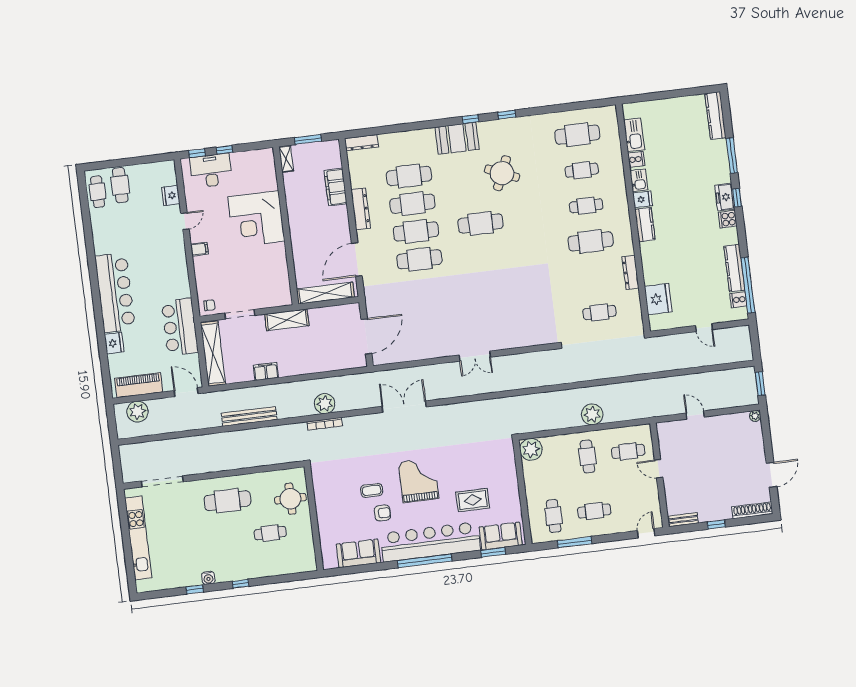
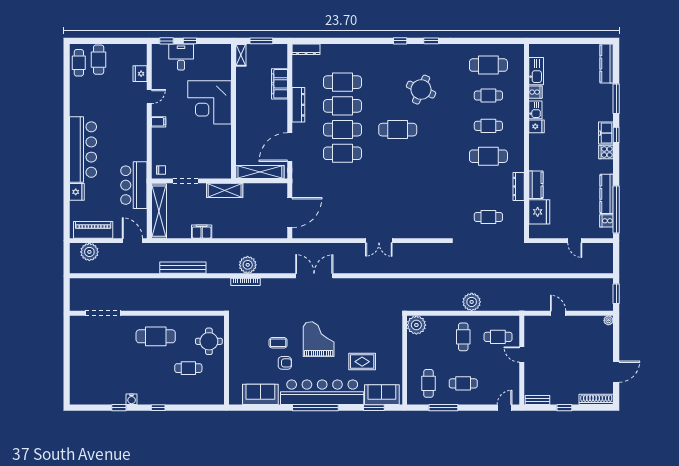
booth: (457, 138) -> (387, 55), removed
desk: (211, 171) -> (181, 57), width x0.73
kitchen counter: (645, 225) -> (536, 185), moved
kitchen unit: (138, 538) -> (77, 358), removed

